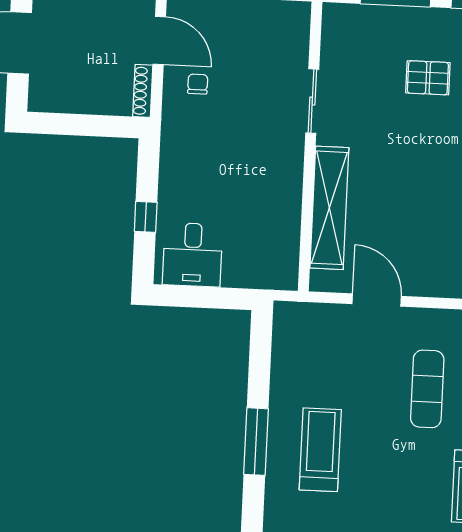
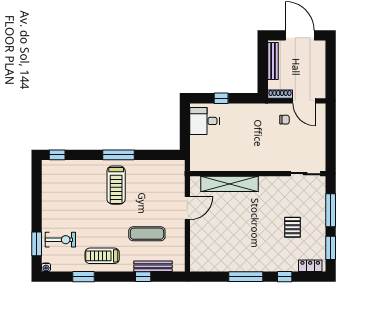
door: (159, 40) -> (304, 101), hinge flipped
sliding door: (312, 101) -> (305, 174), moved
bench: (72, 103) -> (273, 61), added
treadmill: (320, 450) -> (116, 185), turned 90

